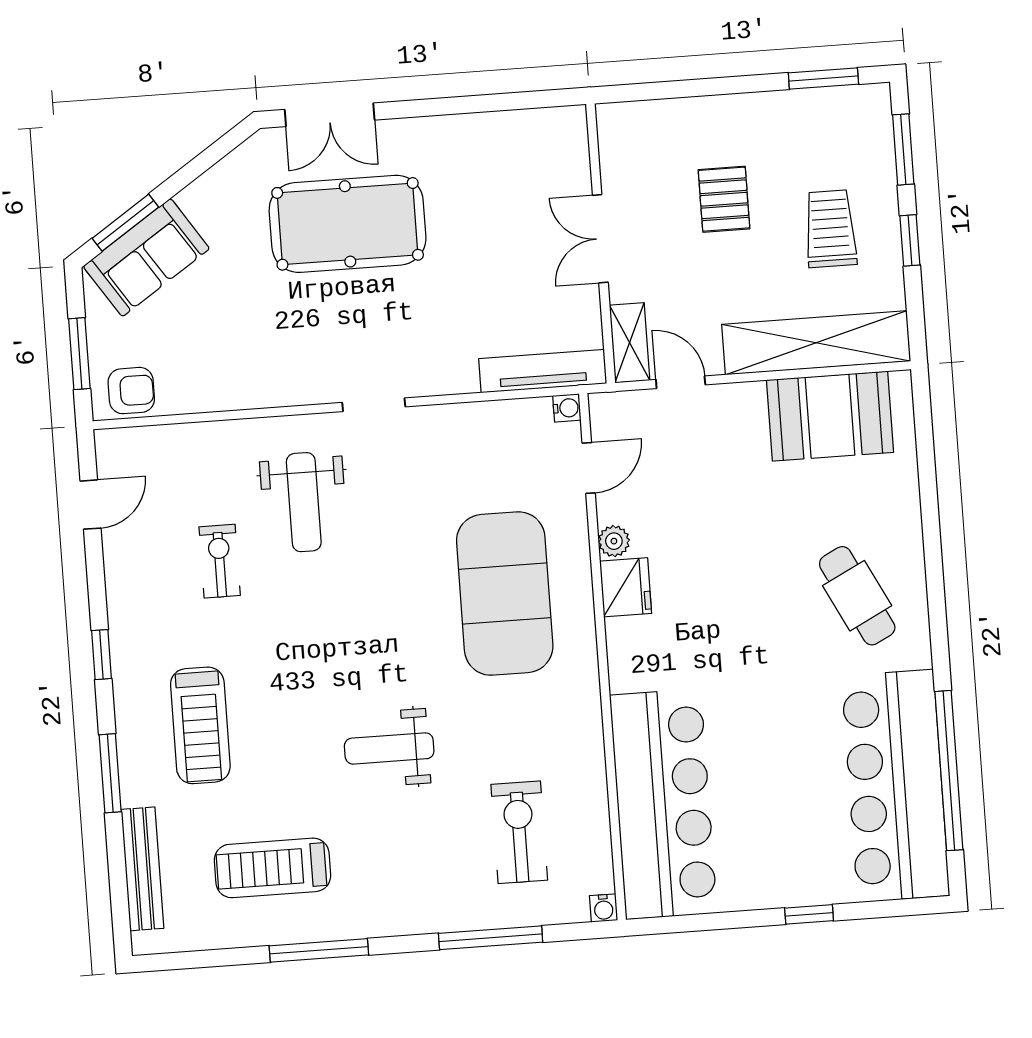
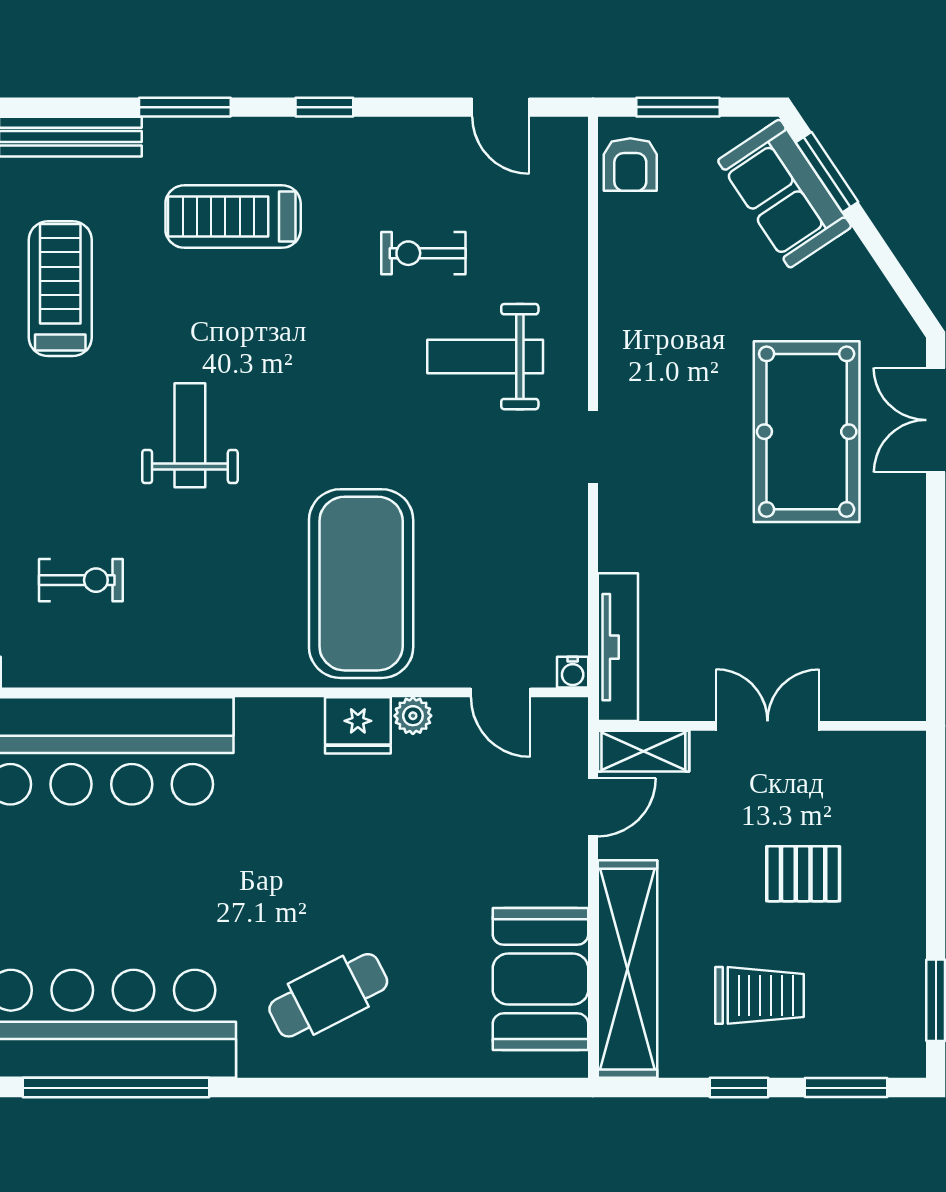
exercise bike: (220, 561) -> (423, 253), turned 180
exercise mat: (505, 594) -> (361, 584), turned 90
exercise bike: (519, 832) -> (81, 580), width x0.73, depth x0.72

